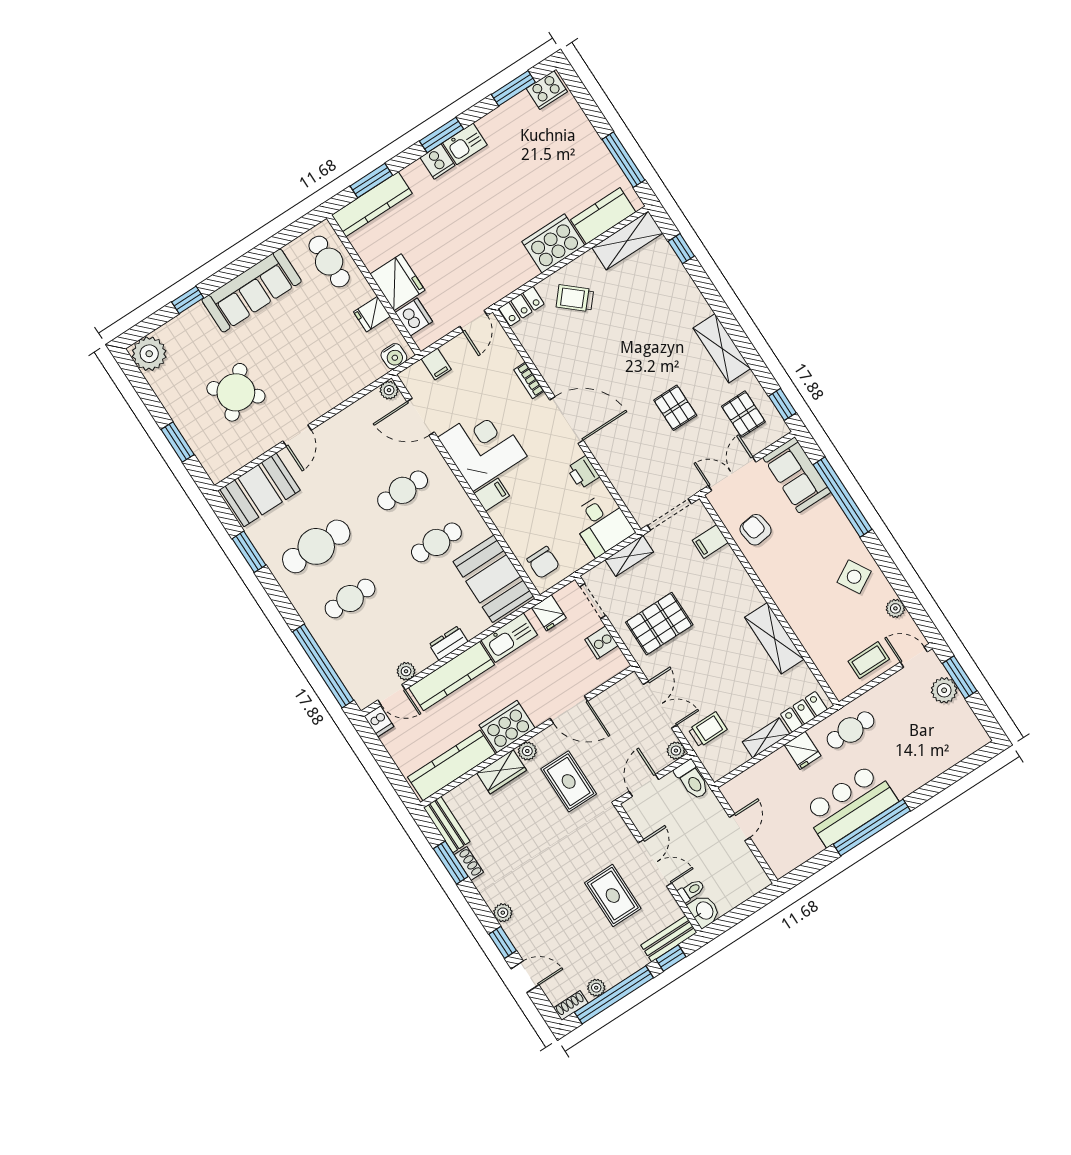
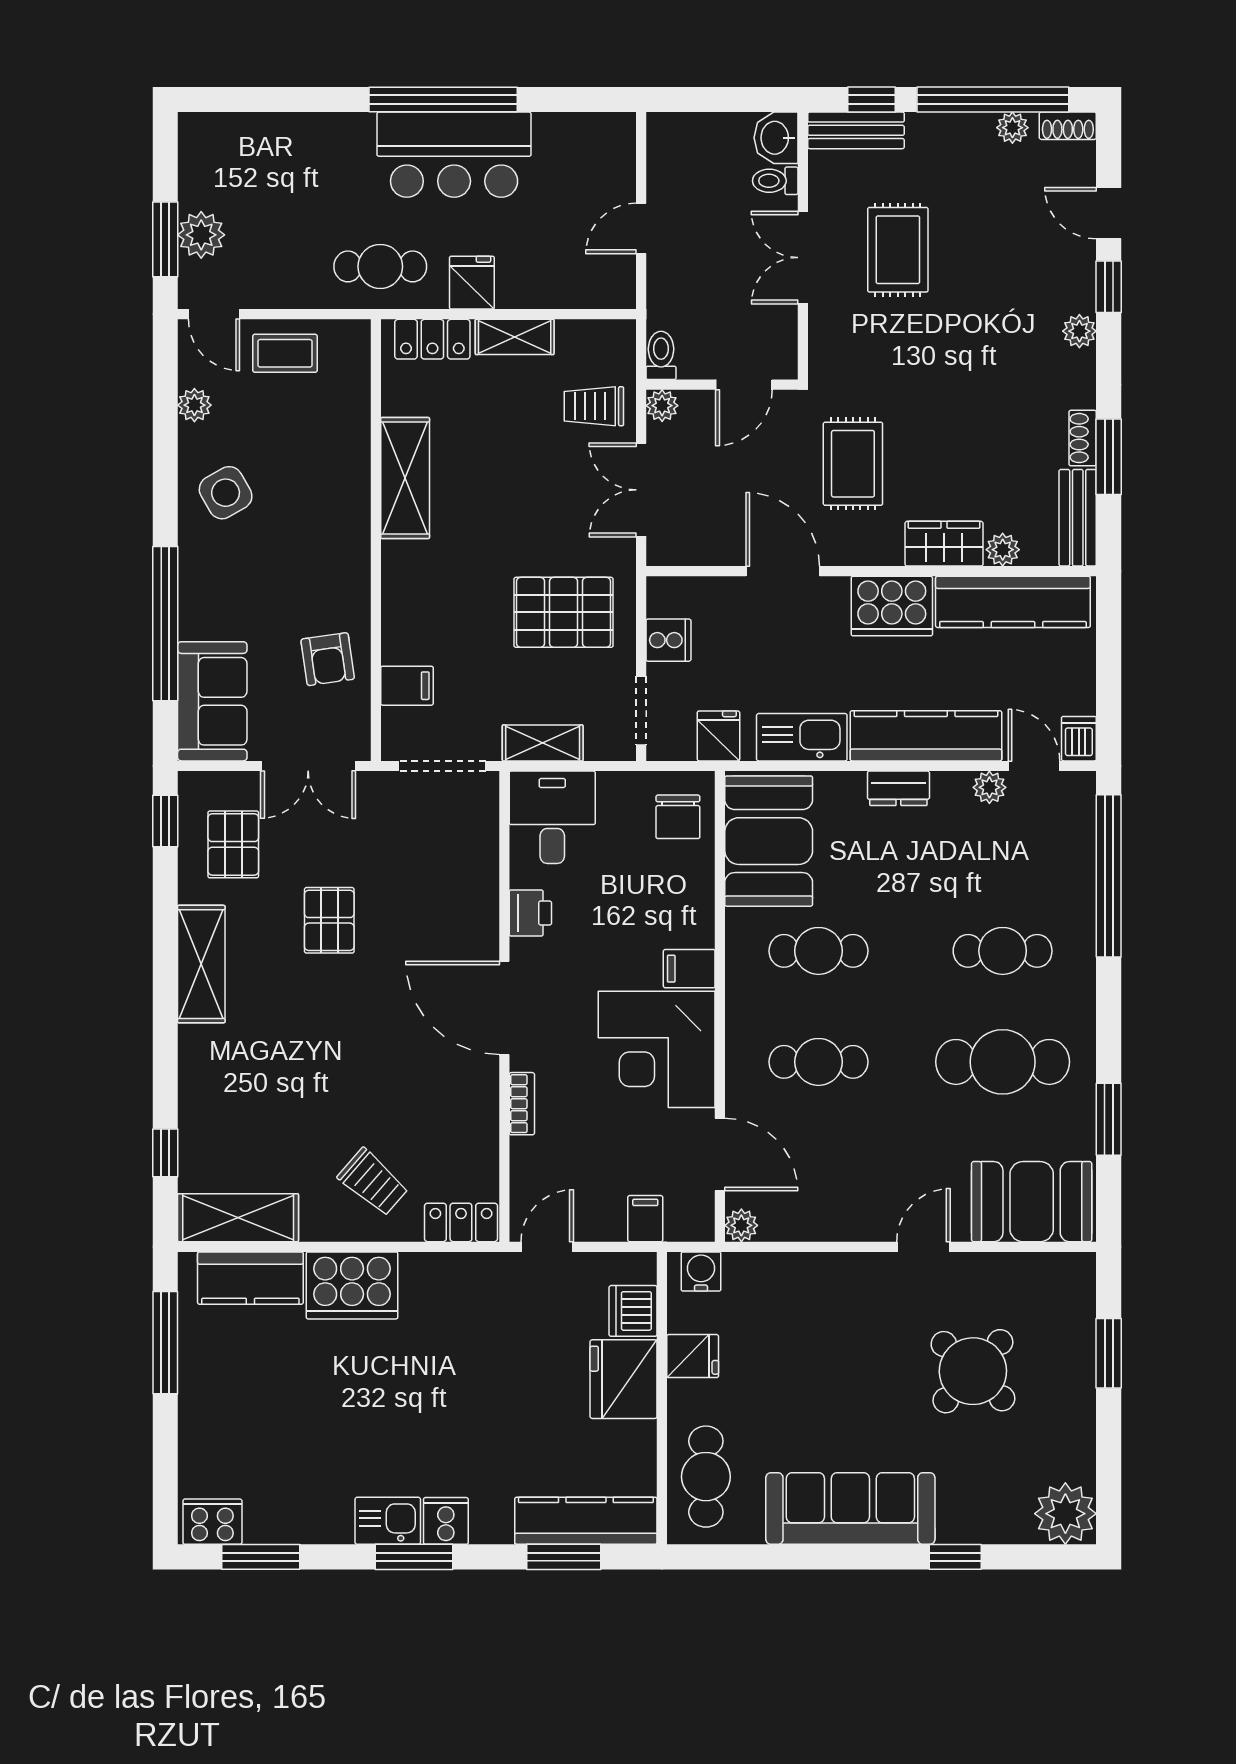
chair: (543, 562) -> (678, 817), turned 180
plant: (527, 751) -> (1003, 550), moved
toilet: (692, 780) -> (661, 355), width x0.73, depth x0.72

